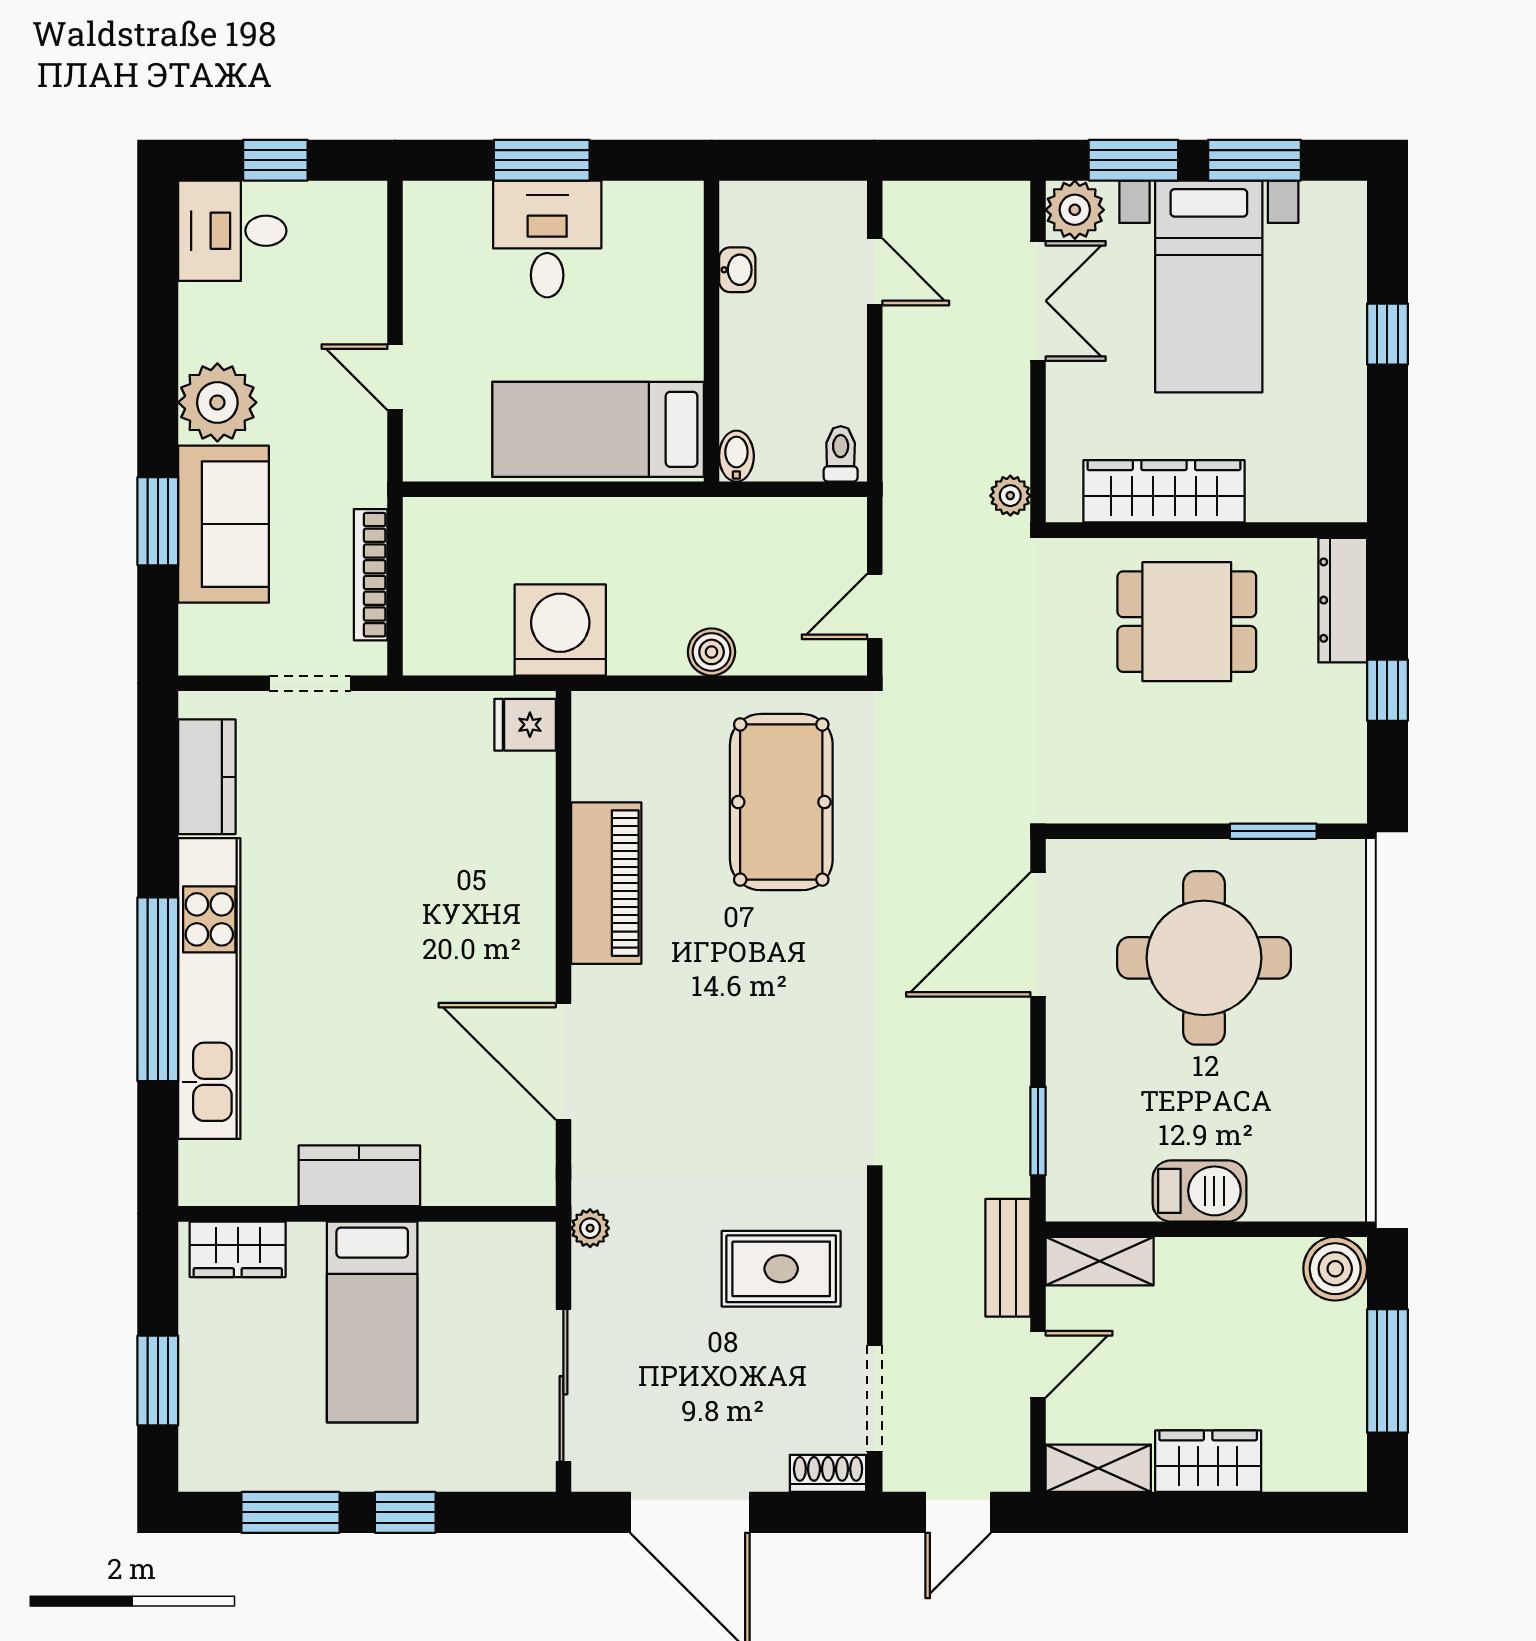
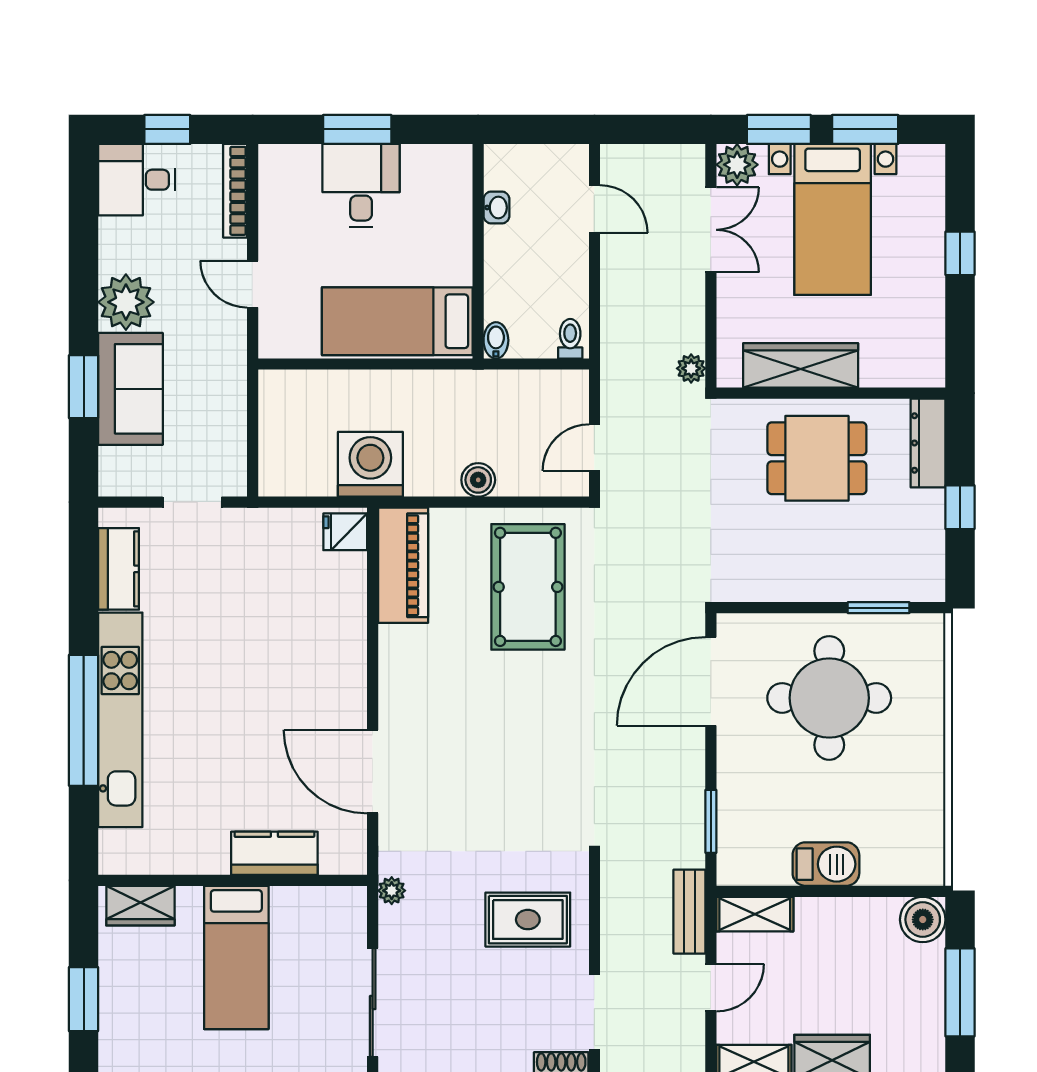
bookcase: (371, 575) -> (235, 191), moved
piano: (606, 883) -> (403, 565), moved
kitchen counter: (359, 1176) -> (274, 853), moved

